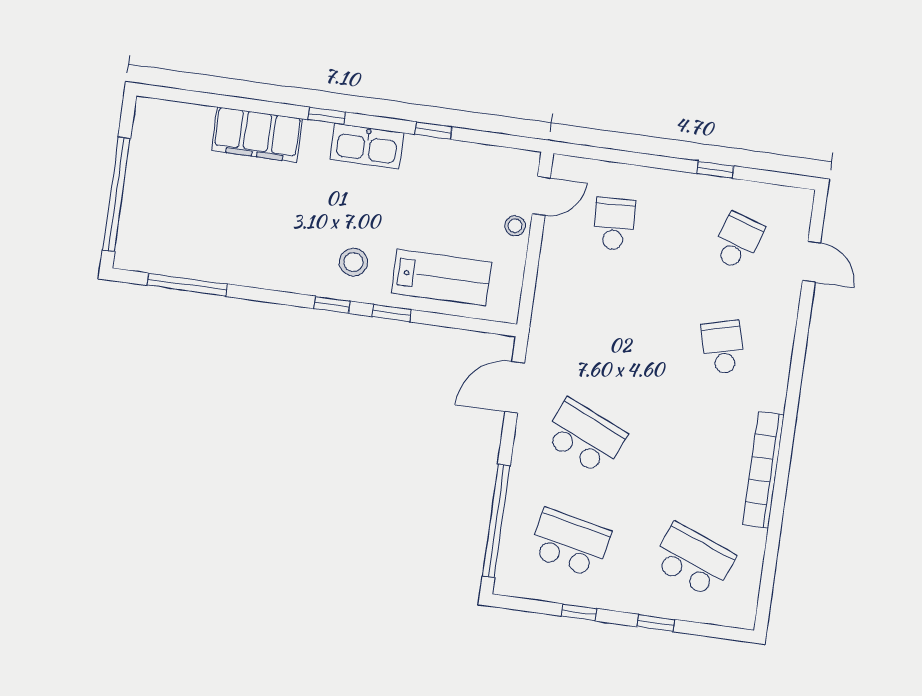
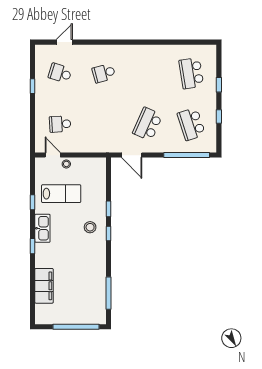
filing cabinet: (257, 135) -> (44, 286), moved
lab bench: (442, 278) -> (61, 194), moved, turned 90
bookcase: (763, 470) -> (151, 50), removed
school desk: (570, 543) -> (191, 124), turned -30
school desk: (693, 560) -> (191, 73), turned -30

